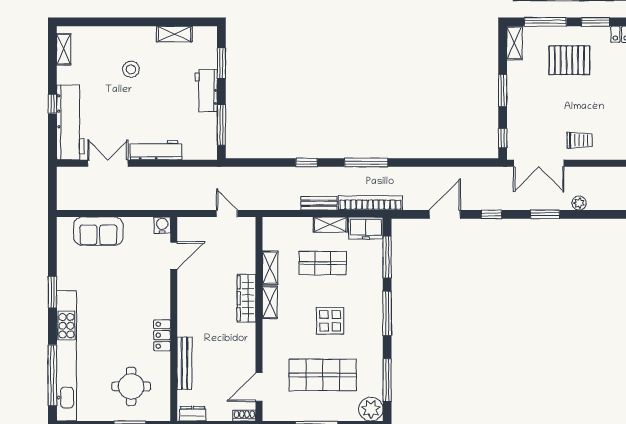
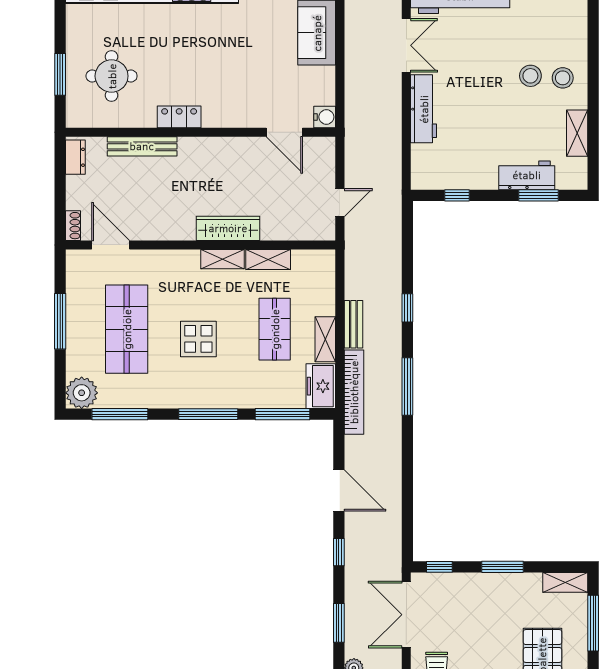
stool: (133, 45) -> (563, 78), added
workbench: (206, 91) -> (527, 175), moved
window: (221, 125) -> (457, 195), width x0.46

